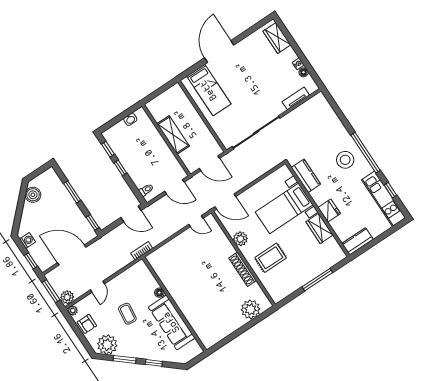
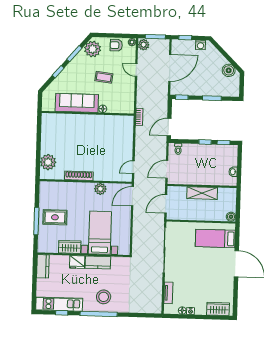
boiler: (176, 90) -> (231, 217), added
kitchen counter: (306, 176) -> (98, 262), moved
rug: (271, 258) -> (55, 217), moved, turned 90

